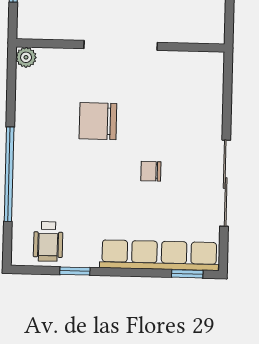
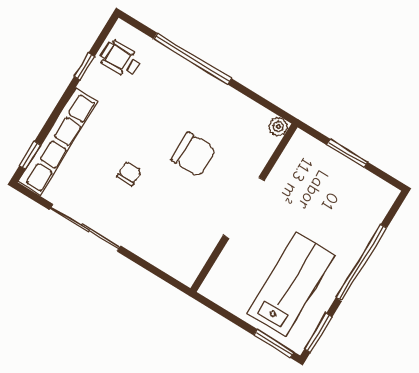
chair: (98, 121) -> (194, 155), turned 90

